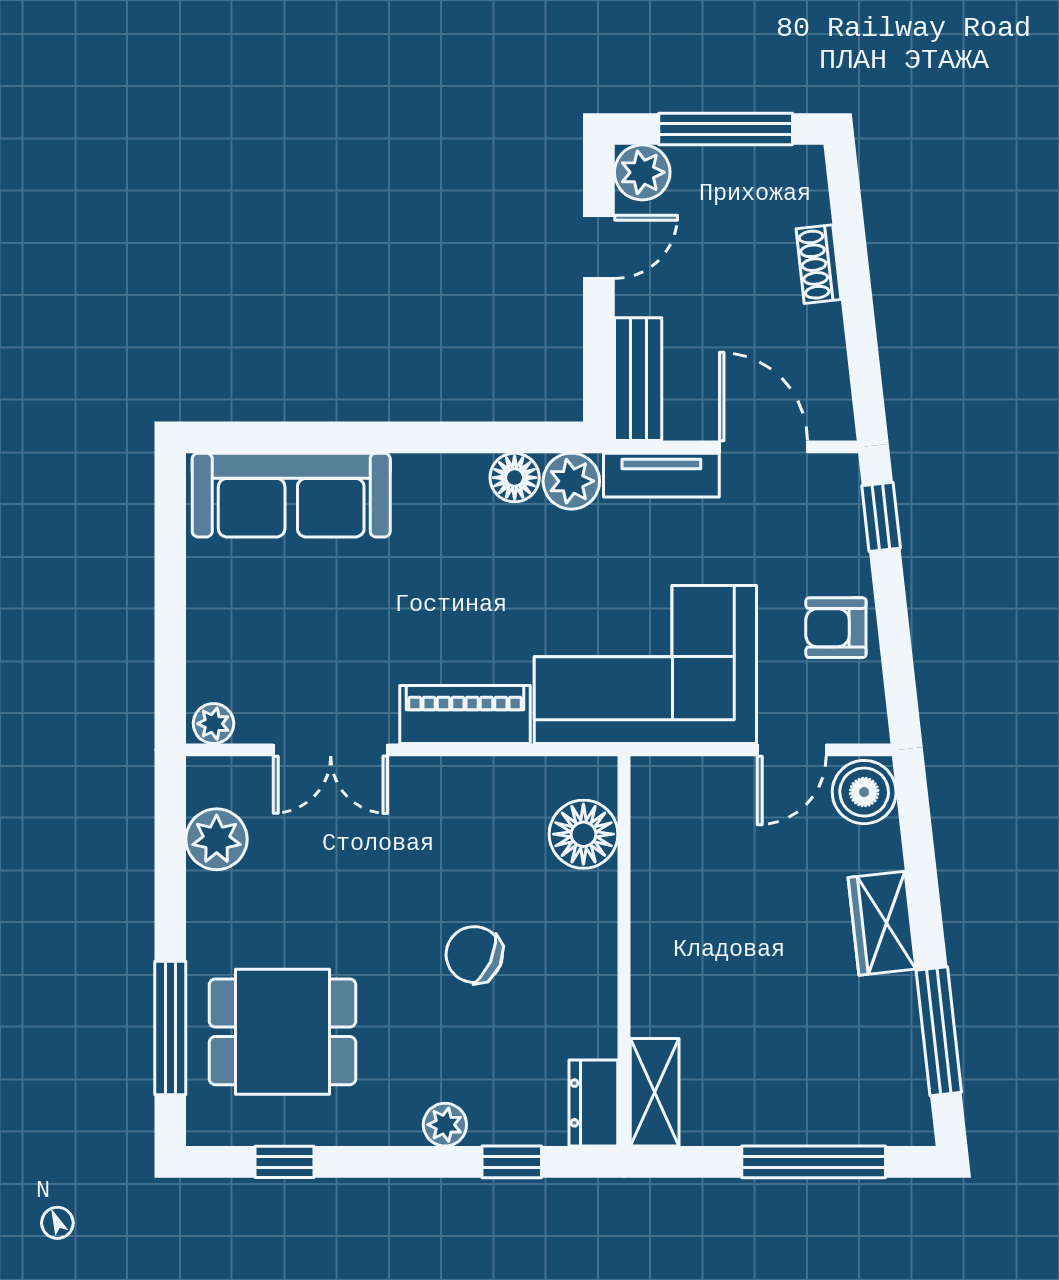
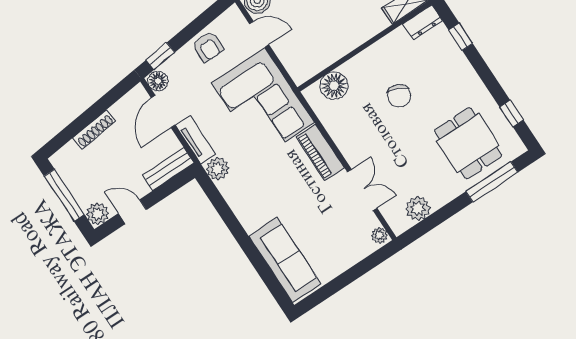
shoe rack: (818, 264) -> (94, 130), width x1.43
floor lamp: (515, 478) -> (158, 81), moved
plant: (445, 1125) -> (463, 68), removed

